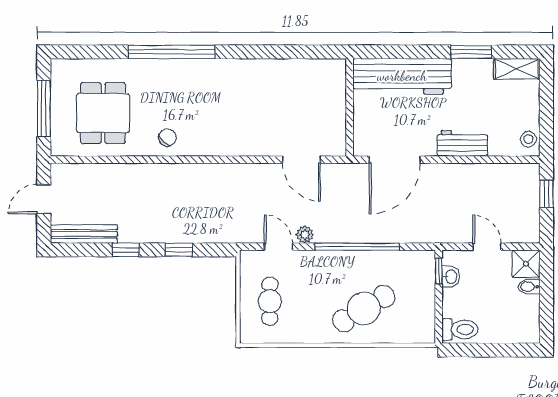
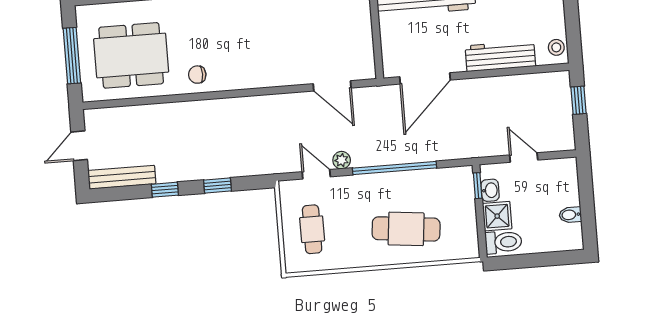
dining table: (103, 113) -> (131, 55), width x1.38
chair: (167, 138) -> (197, 75), turned -135
workbench: (462, 143) -> (500, 56), width x1.38
shower: (526, 264) -> (497, 216), moved
bidet: (529, 287) -> (570, 215), moved
cafe table: (364, 309) -> (406, 229), turned 37

